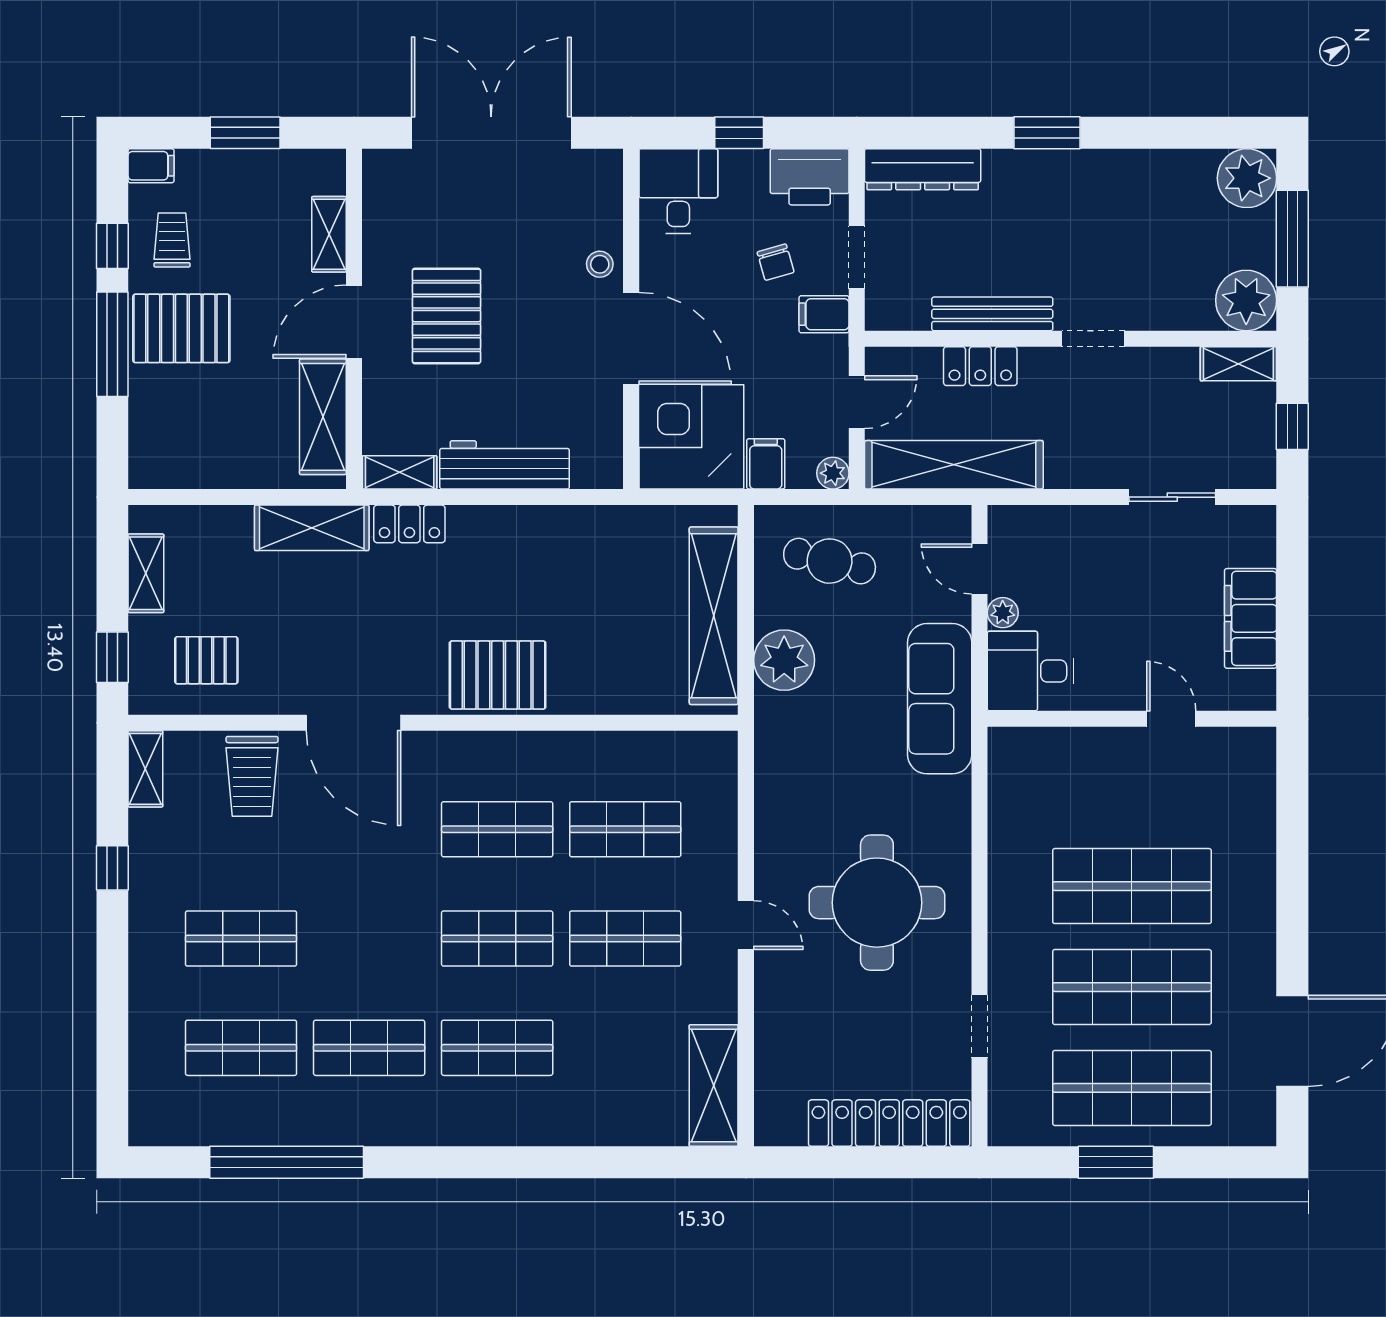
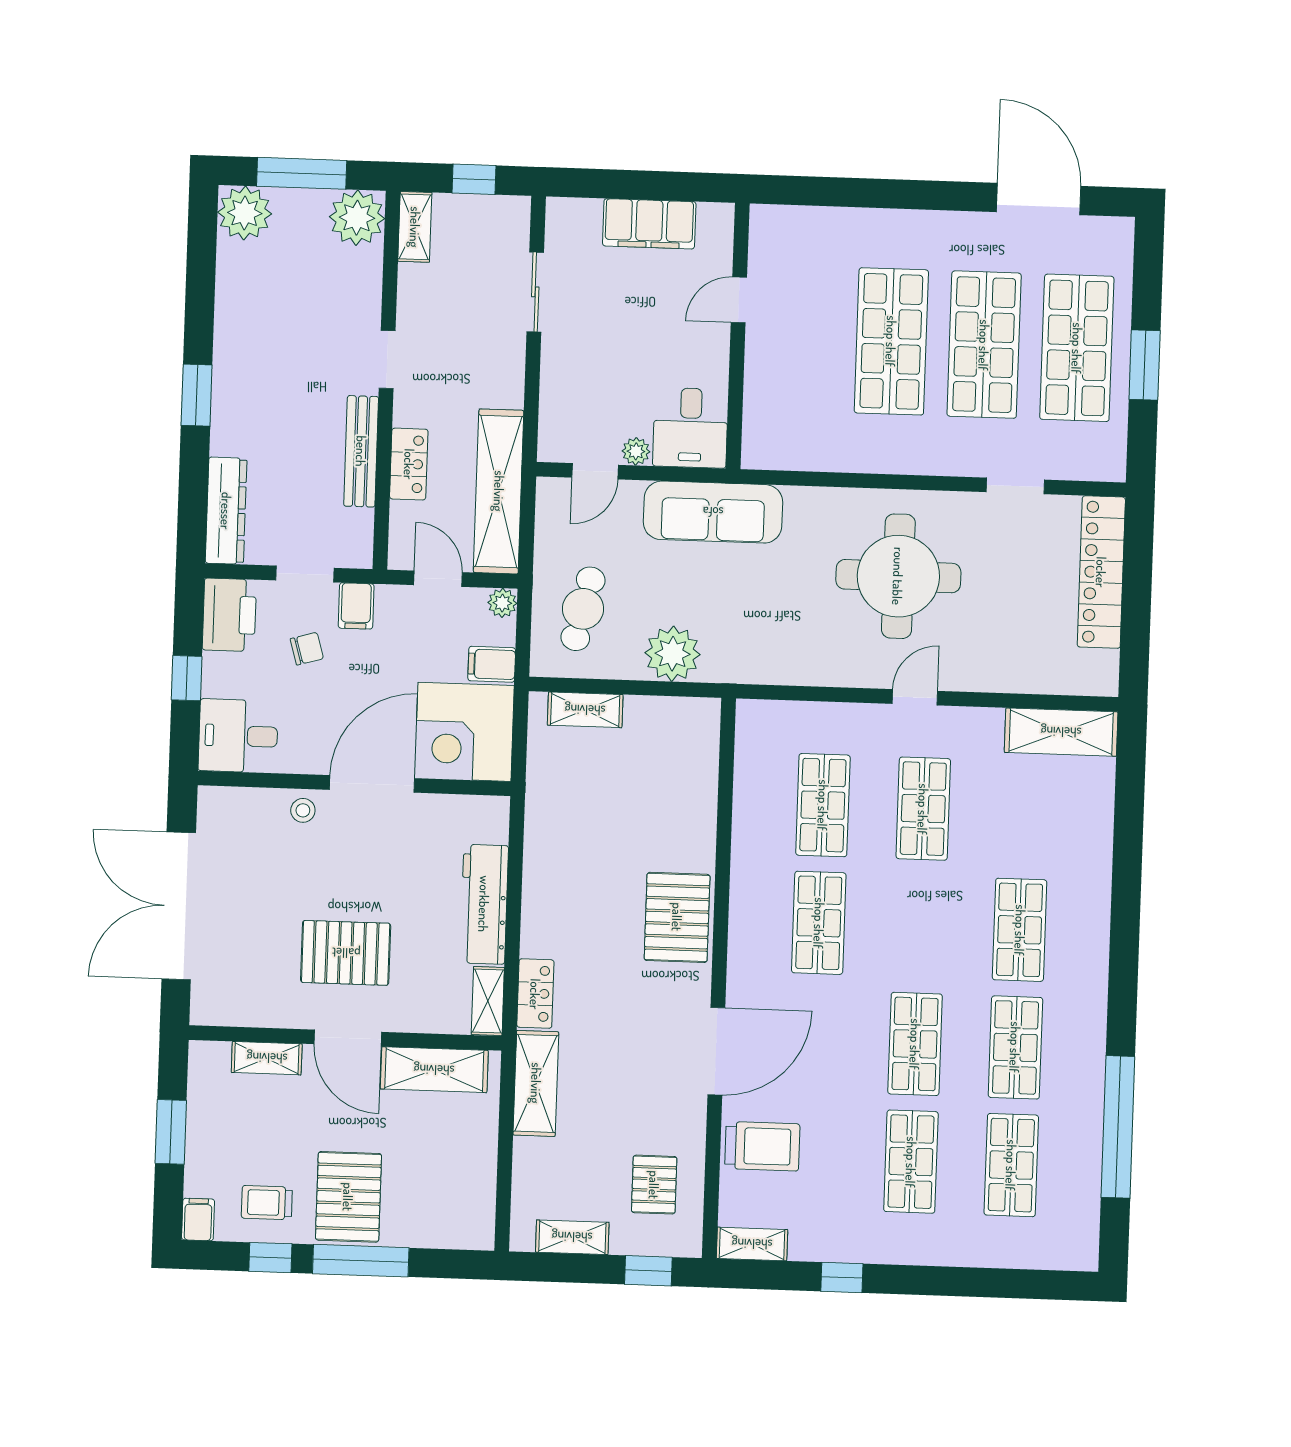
shelving: (714, 616) -> (585, 710), width x0.45, depth x0.75
shop shelf: (497, 939) -> (915, 1044), moved

